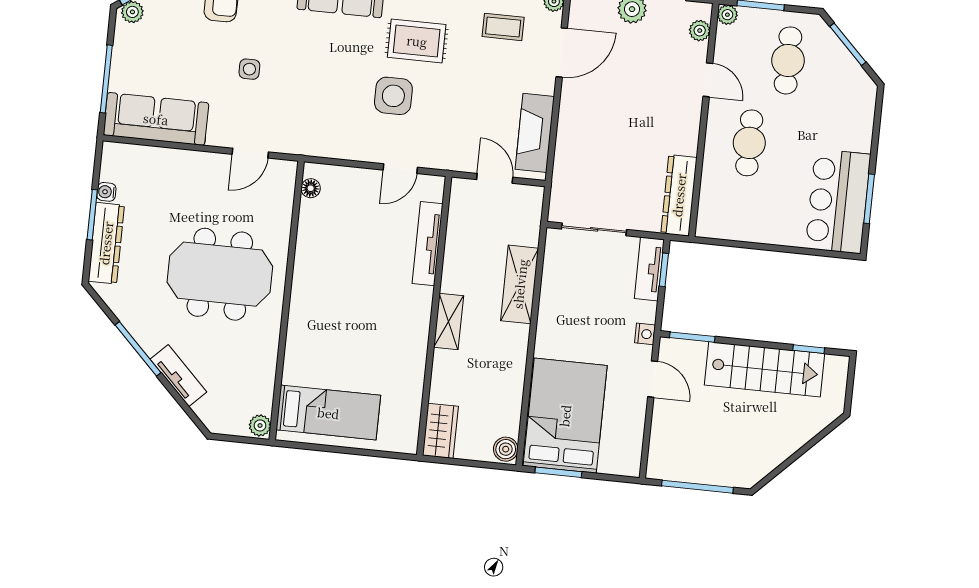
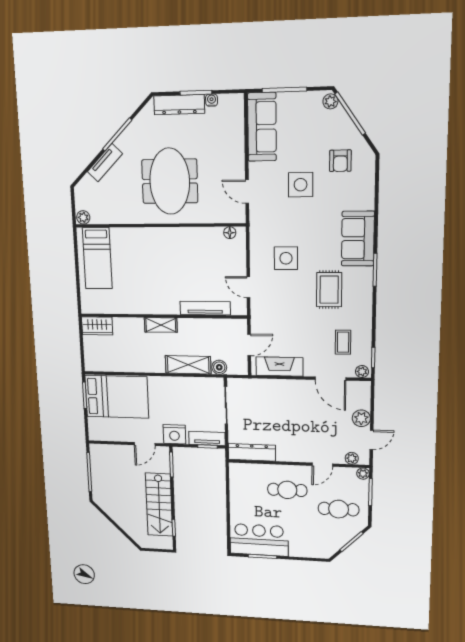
side table: (249, 69) -> (301, 185), width x1.87, depth x1.87
side table: (393, 96) -> (286, 258), moved
nightstand: (645, 334) -> (174, 434), width x1.89, depth x1.79
boiler: (506, 449) -> (219, 367), moved

